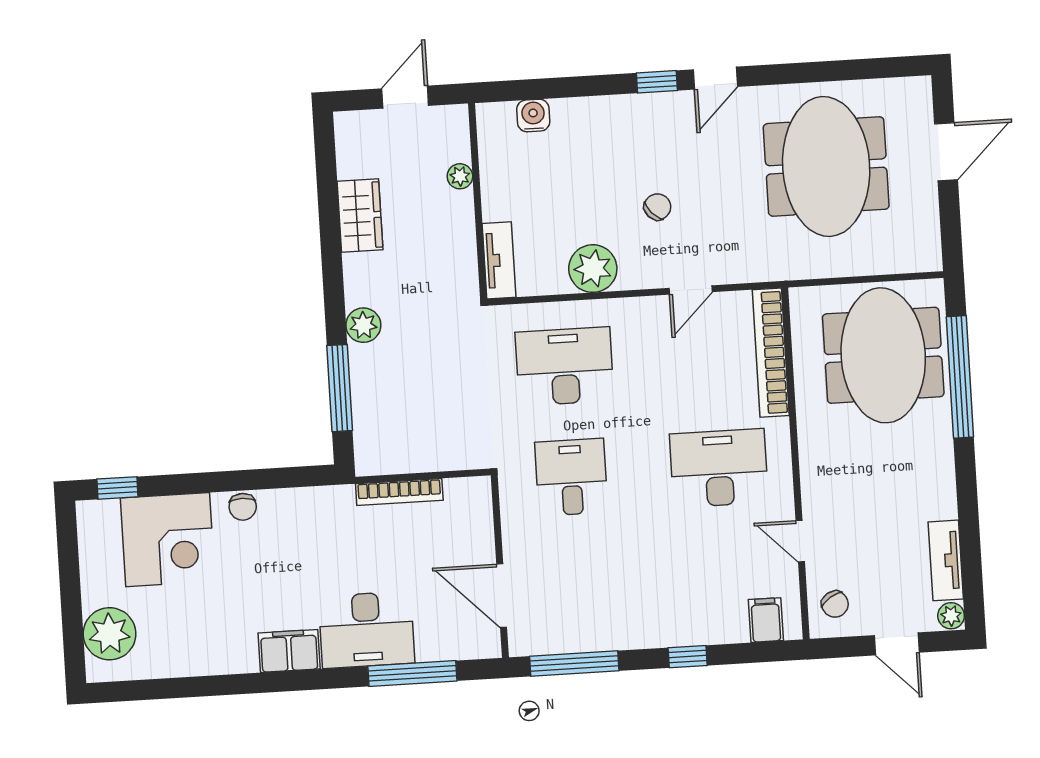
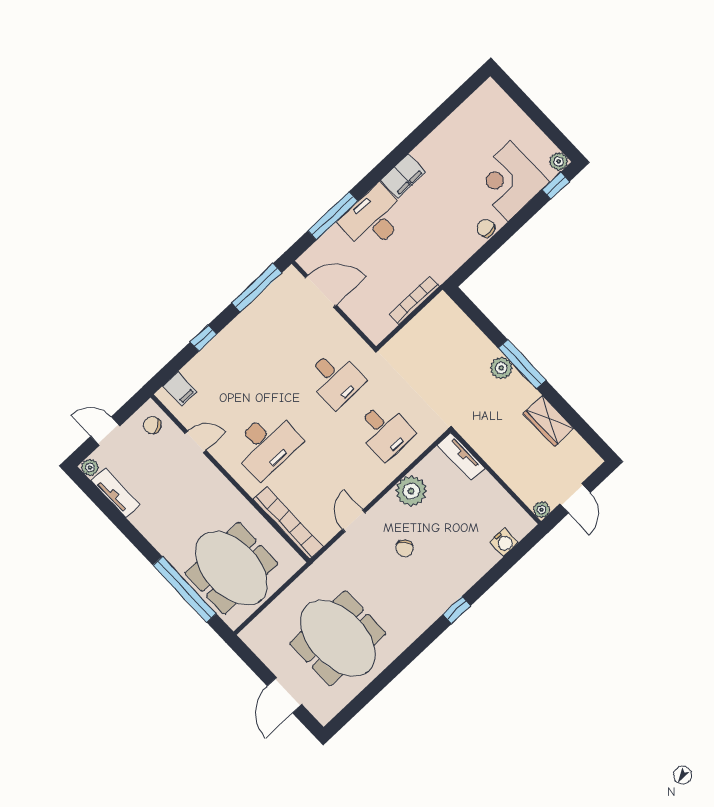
door: (715, 78) -> (429, 636), removed
plant: (460, 176) -> (542, 510), moved
desk: (565, 366) -> (385, 431), width x0.73
window: (340, 388) -> (522, 364), moved
plant: (109, 634) -> (559, 161), moved, width x0.53, depth x0.53

